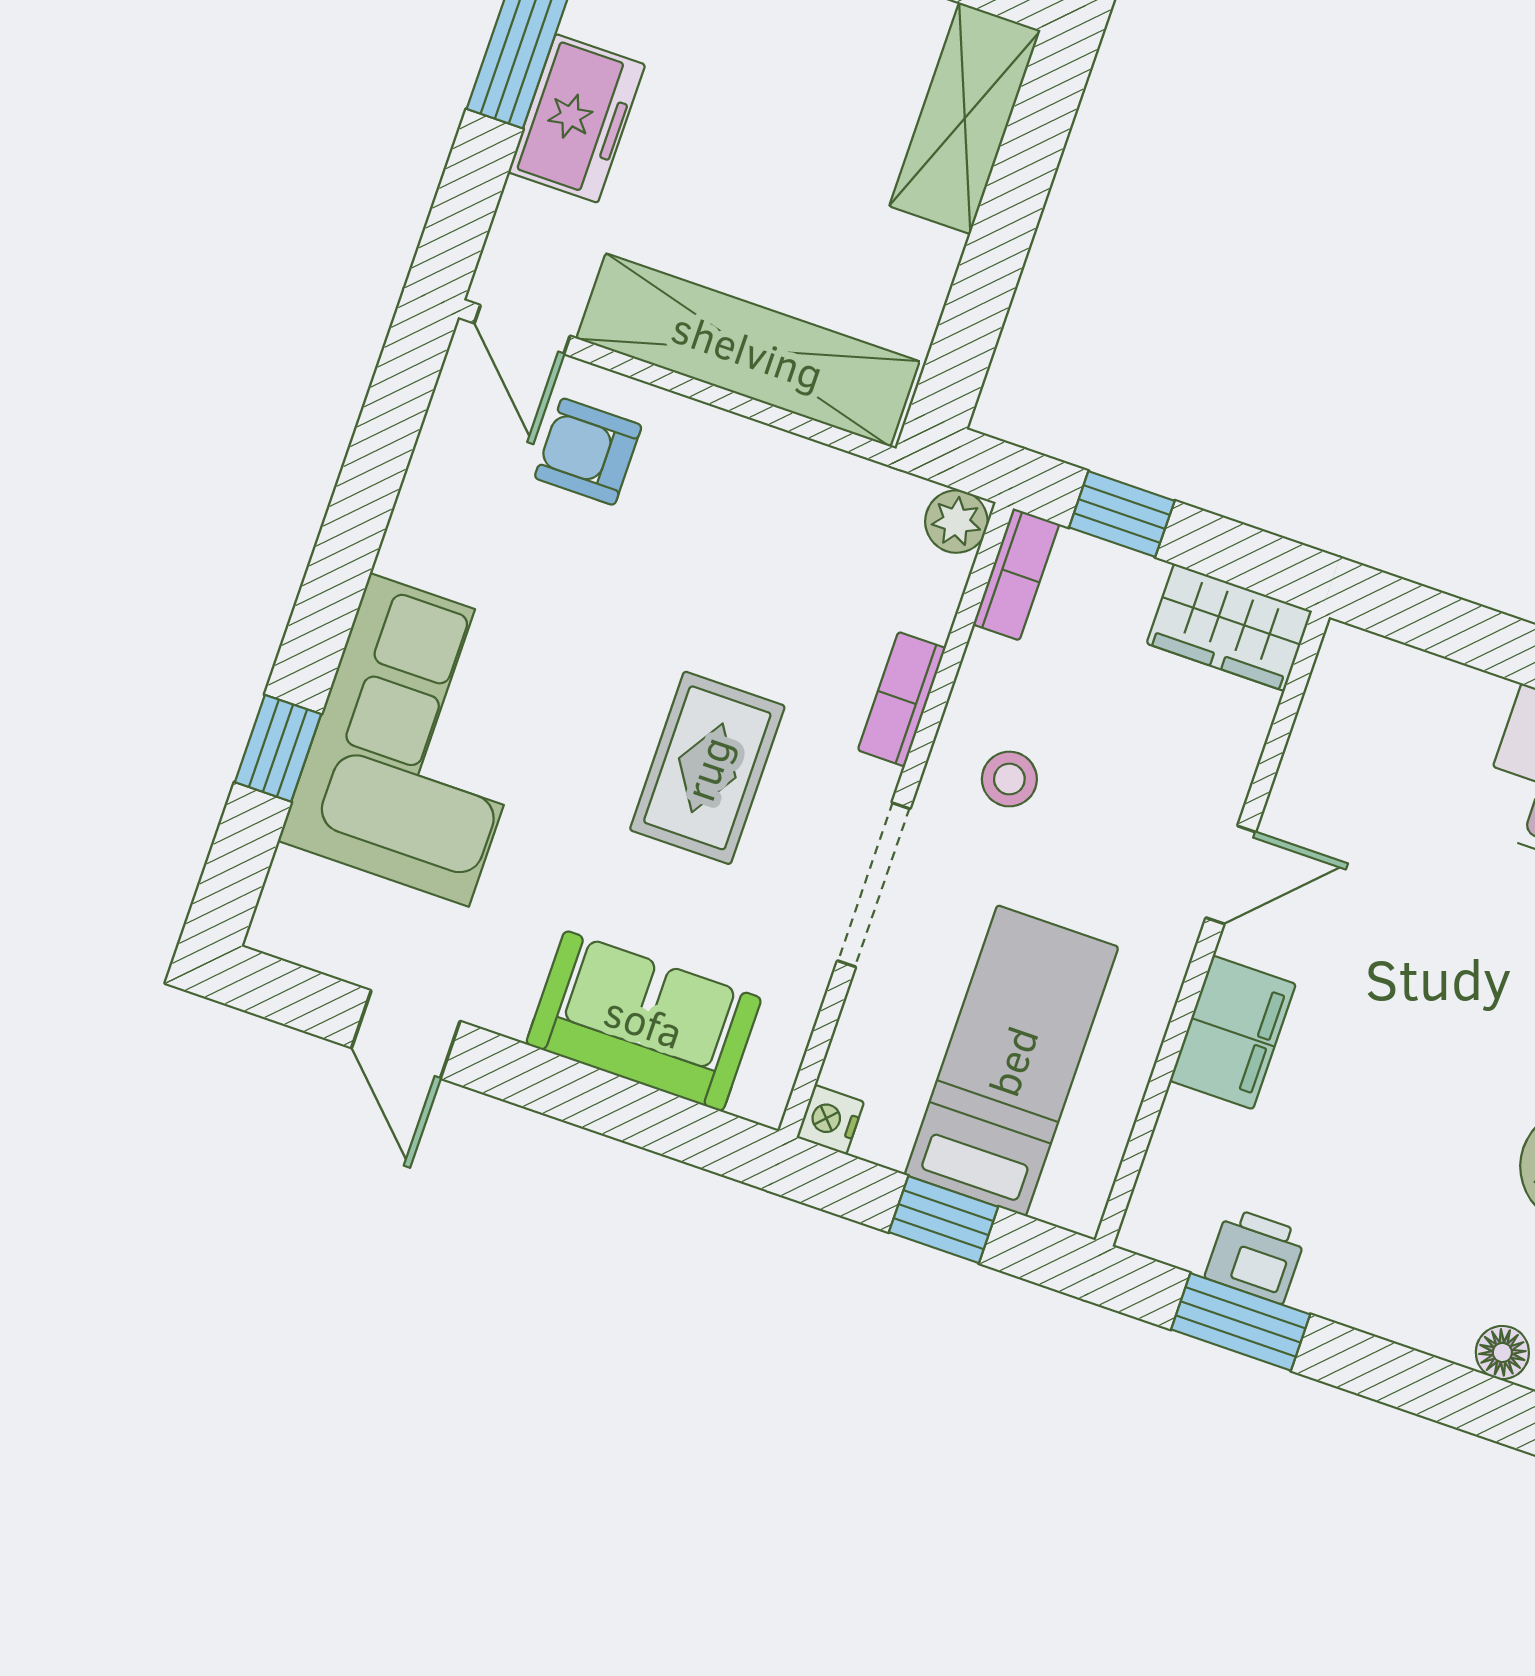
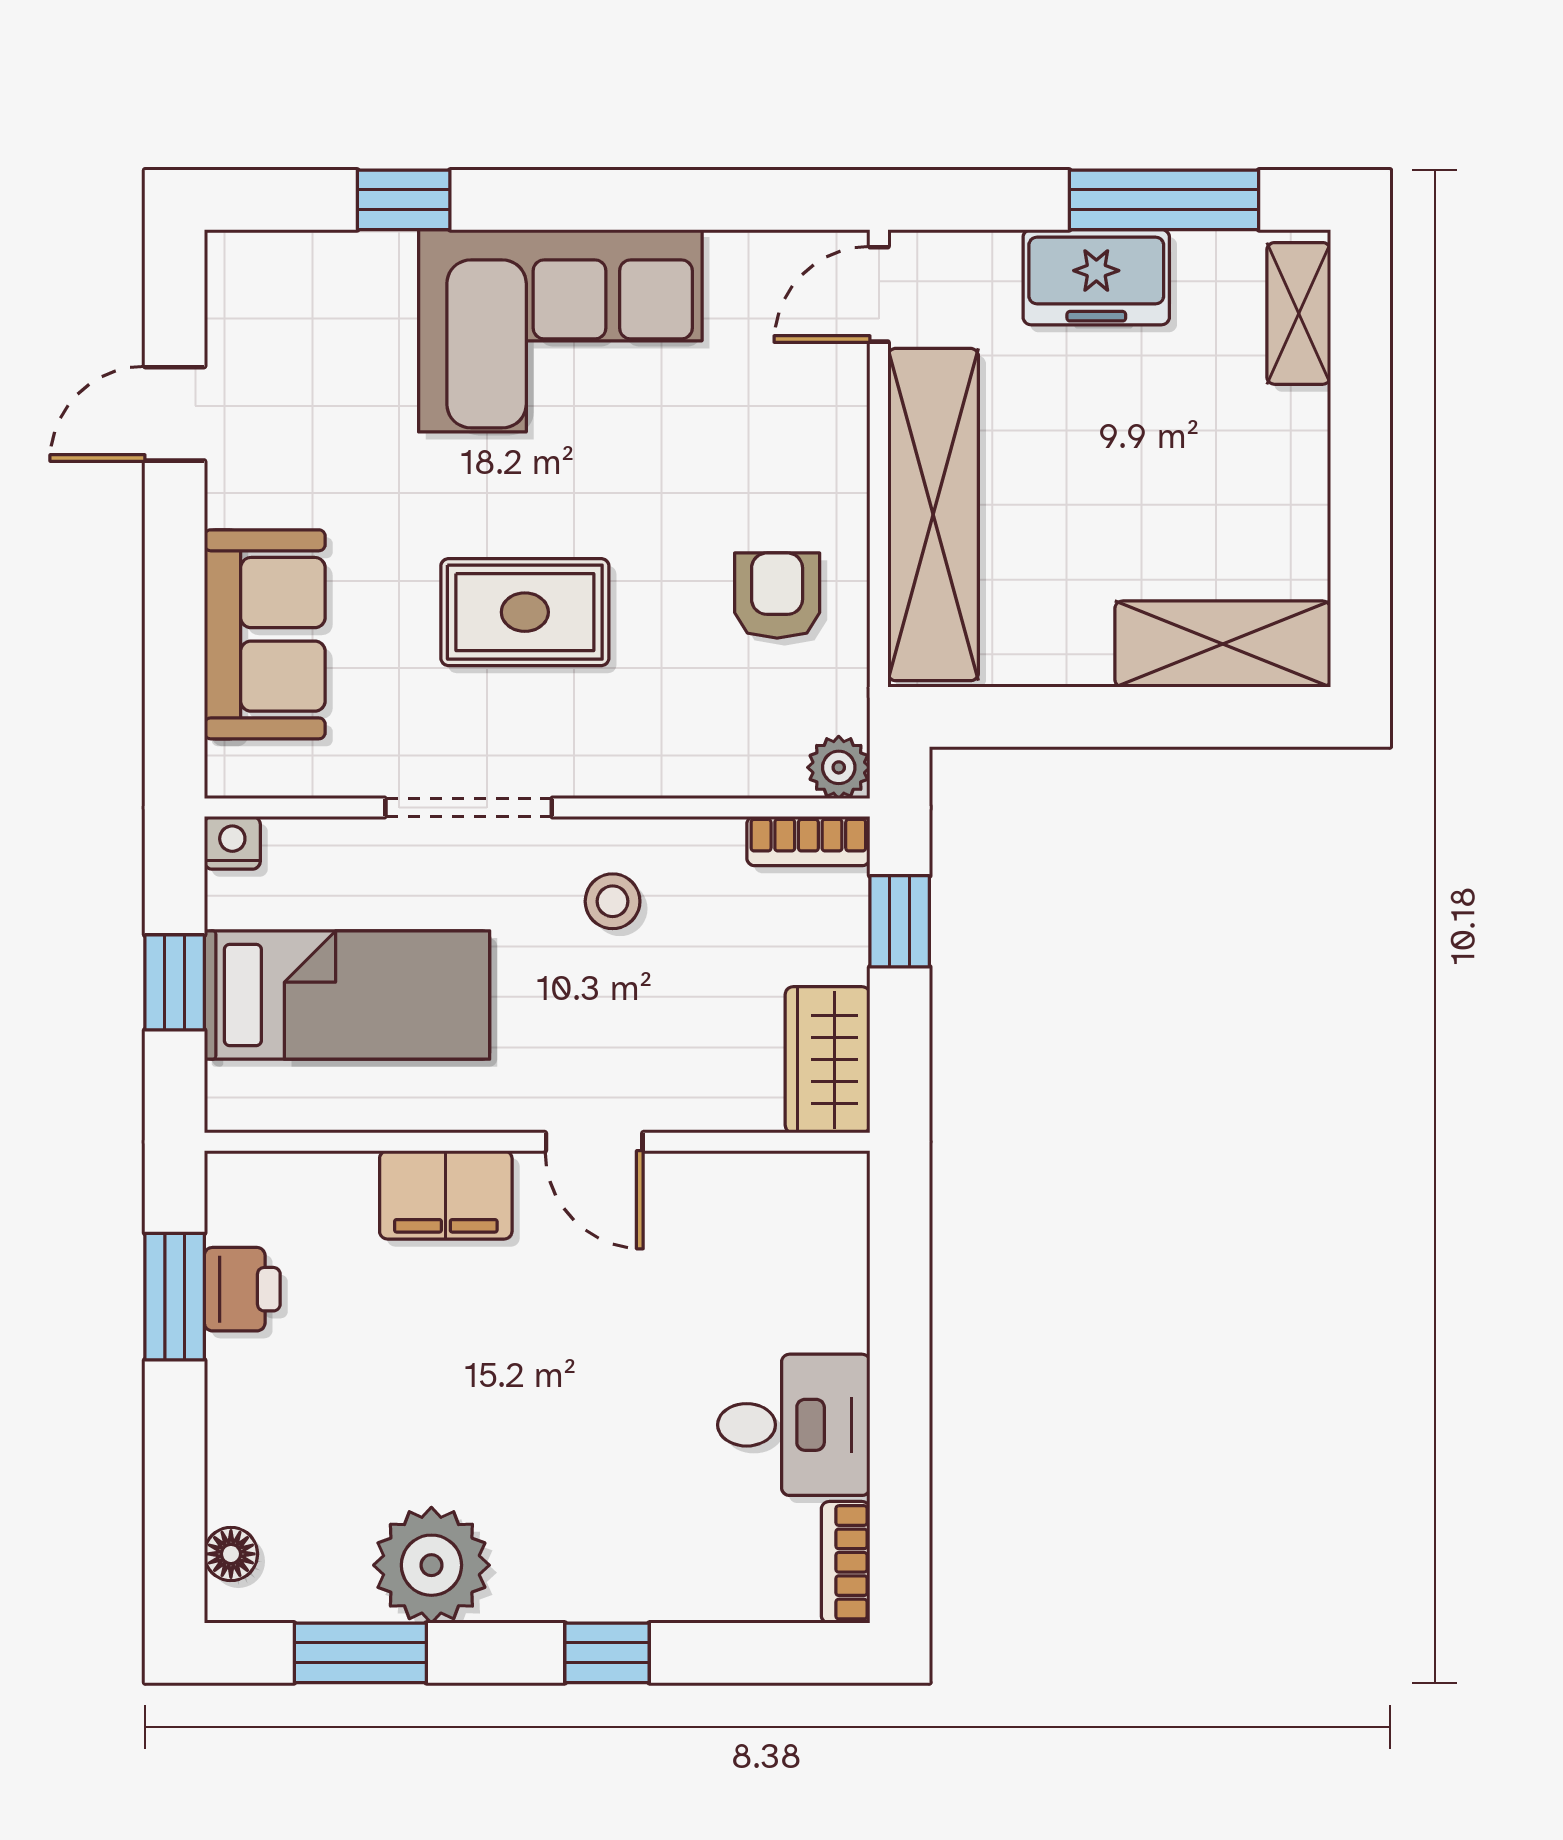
armchair: (588, 452) -> (777, 596), moved
bookcase: (902, 699) -> (653, 773), removed
corner sofa: (419, 740) -> (560, 331), moved

